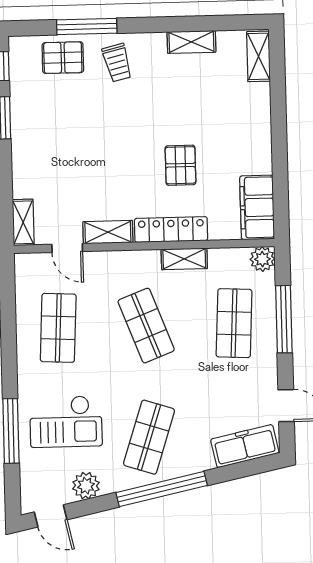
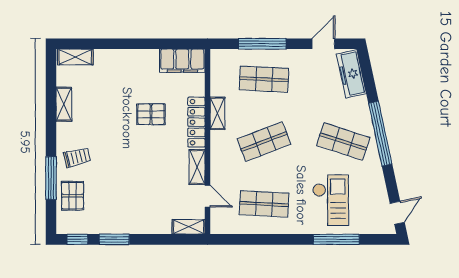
door: (67, 248) -> (208, 196), hinge flipped
plant: (262, 259) -> (219, 58), removed
plant: (86, 486) -> (376, 187), removed

